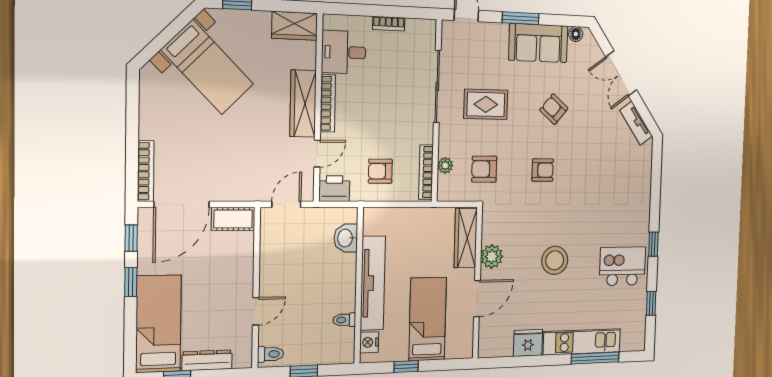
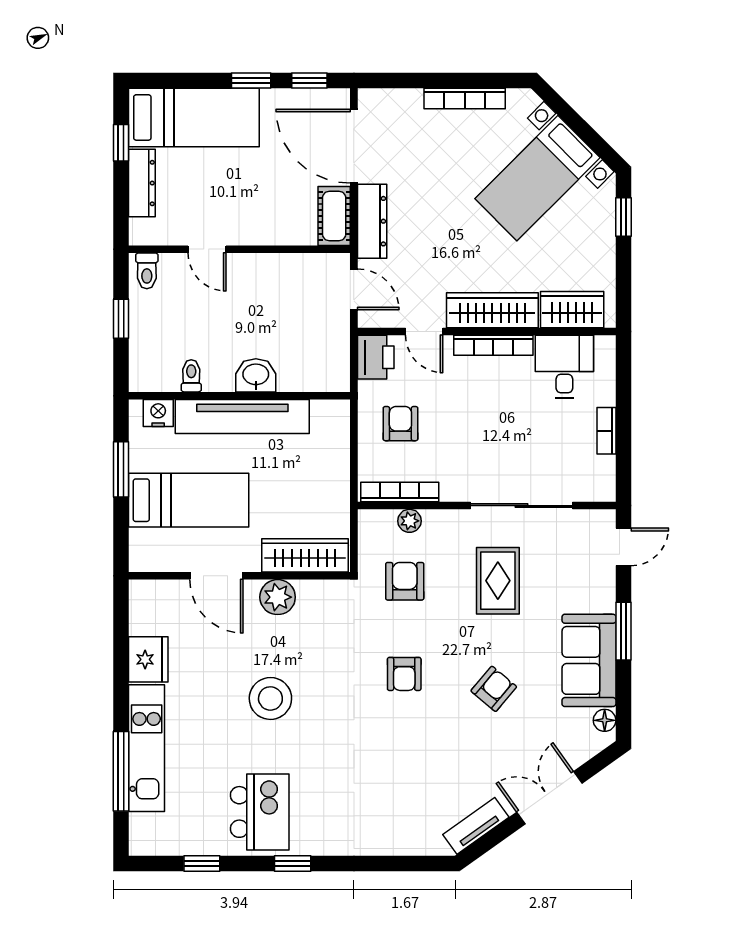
wardrobe: (295, 26) -> (572, 310), moved, turned 90
bookcase: (146, 171) -> (465, 98), moved
dresser: (237, 191) -> (372, 221), added
washbasin: (346, 238) -> (256, 375), moved
window: (406, 367) -> (121, 469), width x1.50

